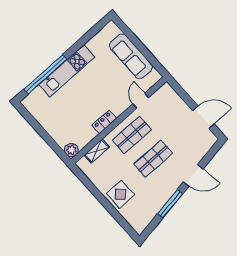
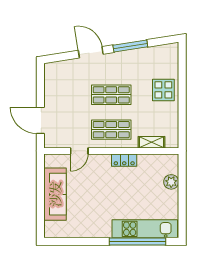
kitchen unit: (67, 71) -> (145, 229), moved
door: (203, 117) -> (40, 120), moved
plant: (71, 150) -> (171, 182), moved

